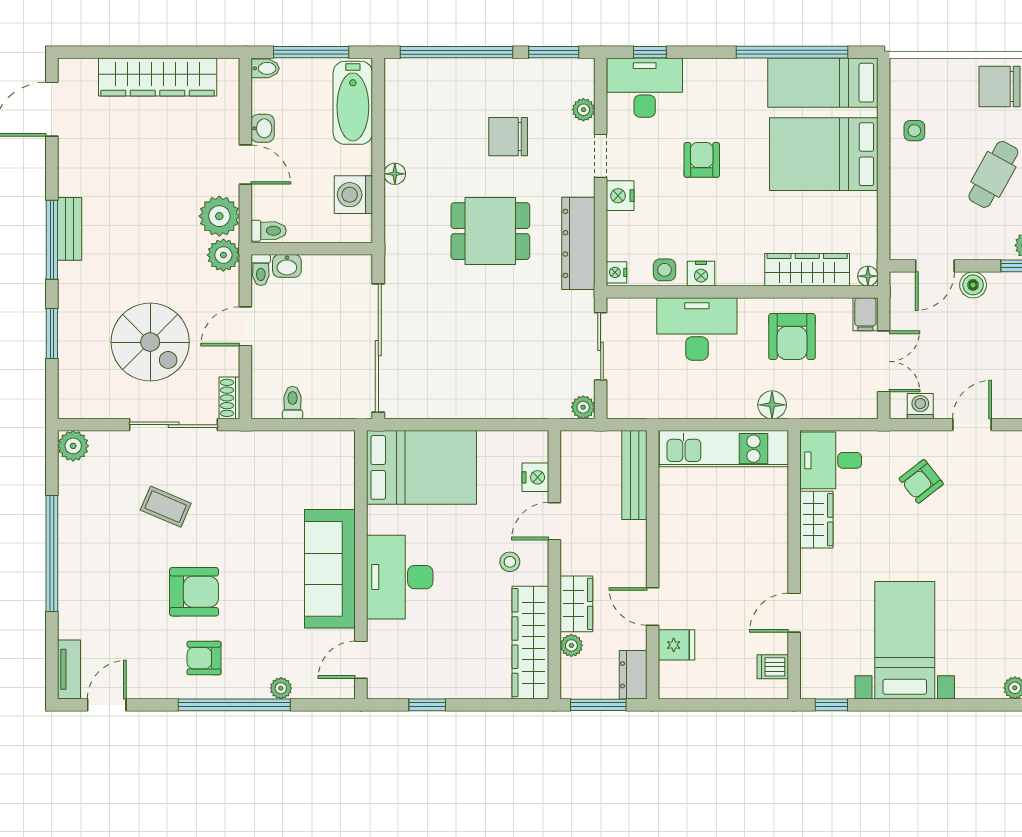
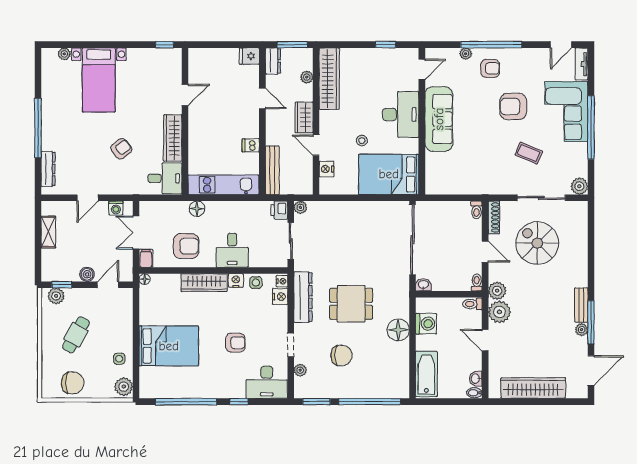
window: (311, 52) -> (449, 402), removed
window: (650, 52) -> (239, 402), moved
plant: (906, 80) -> (124, 387), added
bed: (823, 83) -> (169, 385), removed
washbasin: (263, 128) -> (476, 379), moved
armchair: (702, 160) -> (235, 343), turned -90
floor lamp: (395, 174) -> (398, 330), width x1.89, depth x1.89
plant: (69, 184) -> (582, 330), added
nightstand: (620, 196) -> (280, 297), moved
window: (52, 240) -> (591, 322), moved
washbasin: (287, 266) -> (423, 285), moved
wardrobe: (807, 270) -> (204, 283), moved
door: (245, 326) -> (485, 252), hinge flipped
desk: (697, 329) -> (232, 250), width x0.73
window: (52, 333) -> (591, 248), removed
armchair: (792, 337) -> (186, 246), turned 90
shoe rack: (229, 398) -> (494, 217), width x1.43
printer: (622, 402) -> (279, 210), added
toilet: (293, 403) -> (476, 210), moved
sliding door: (174, 425) -> (541, 198), moved
armchair: (921, 481) -> (121, 149), moved
wardrobe: (816, 520) -> (173, 138), width x1.50
door: (554, 521) -> (316, 145), swing flipped
stool: (510, 562) -> (362, 141), moved
corner sofa: (97, 582) -> (566, 112), added
wardrobe: (576, 604) -> (304, 117), moved
bed with nightstands: (905, 640) -> (99, 80), moved
fridge: (677, 645) -> (249, 56), moved
armchair: (204, 658) -> (490, 68), moved
dishwasher: (773, 667) -> (251, 145), moved, turned 180

